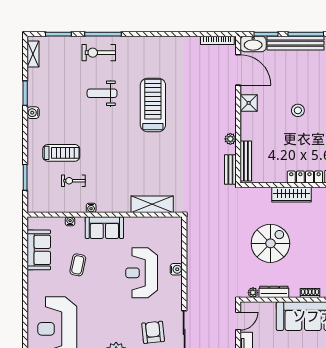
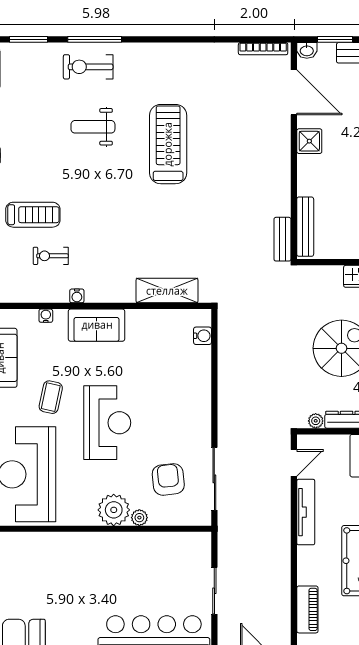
washbasin: (253, 44) -> (307, 50), width x0.52, depth x0.69
plant: (230, 139) -> (282, 194), removed
coffee table: (78, 265) -> (51, 397), moved
water cooler: (176, 269) -> (203, 336), moved
reception desk: (142, 273) -> (107, 423), moved, turned 180

